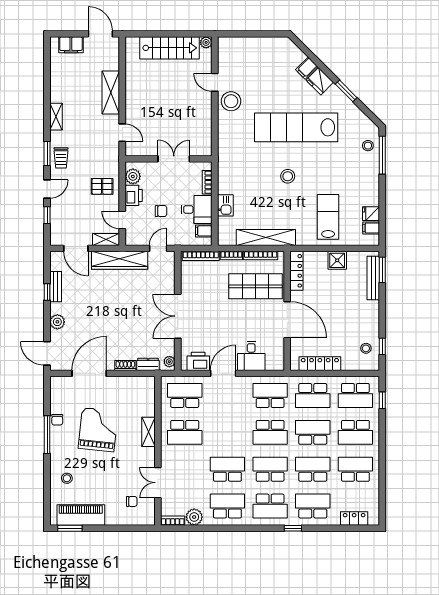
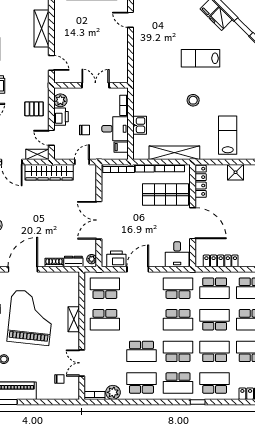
stool: (231, 101) -> (145, 36), removed
lab bench: (296, 127) -> (200, 58), width x0.54, depth x0.72
desk: (251, 356) -> (177, 254), moved
grand piano: (98, 430) -> (31, 318), width x1.37, depth x1.48
school desk: (227, 469) -> (141, 351), turned 180

